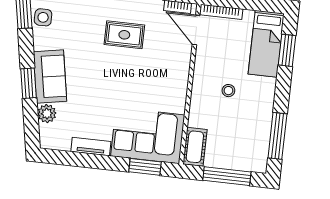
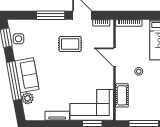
door: (196, 30) -> (114, 57), moved
window: (29, 83) -> (14, 81), width x2.11
cot: (195, 147) -> (122, 95), moved

